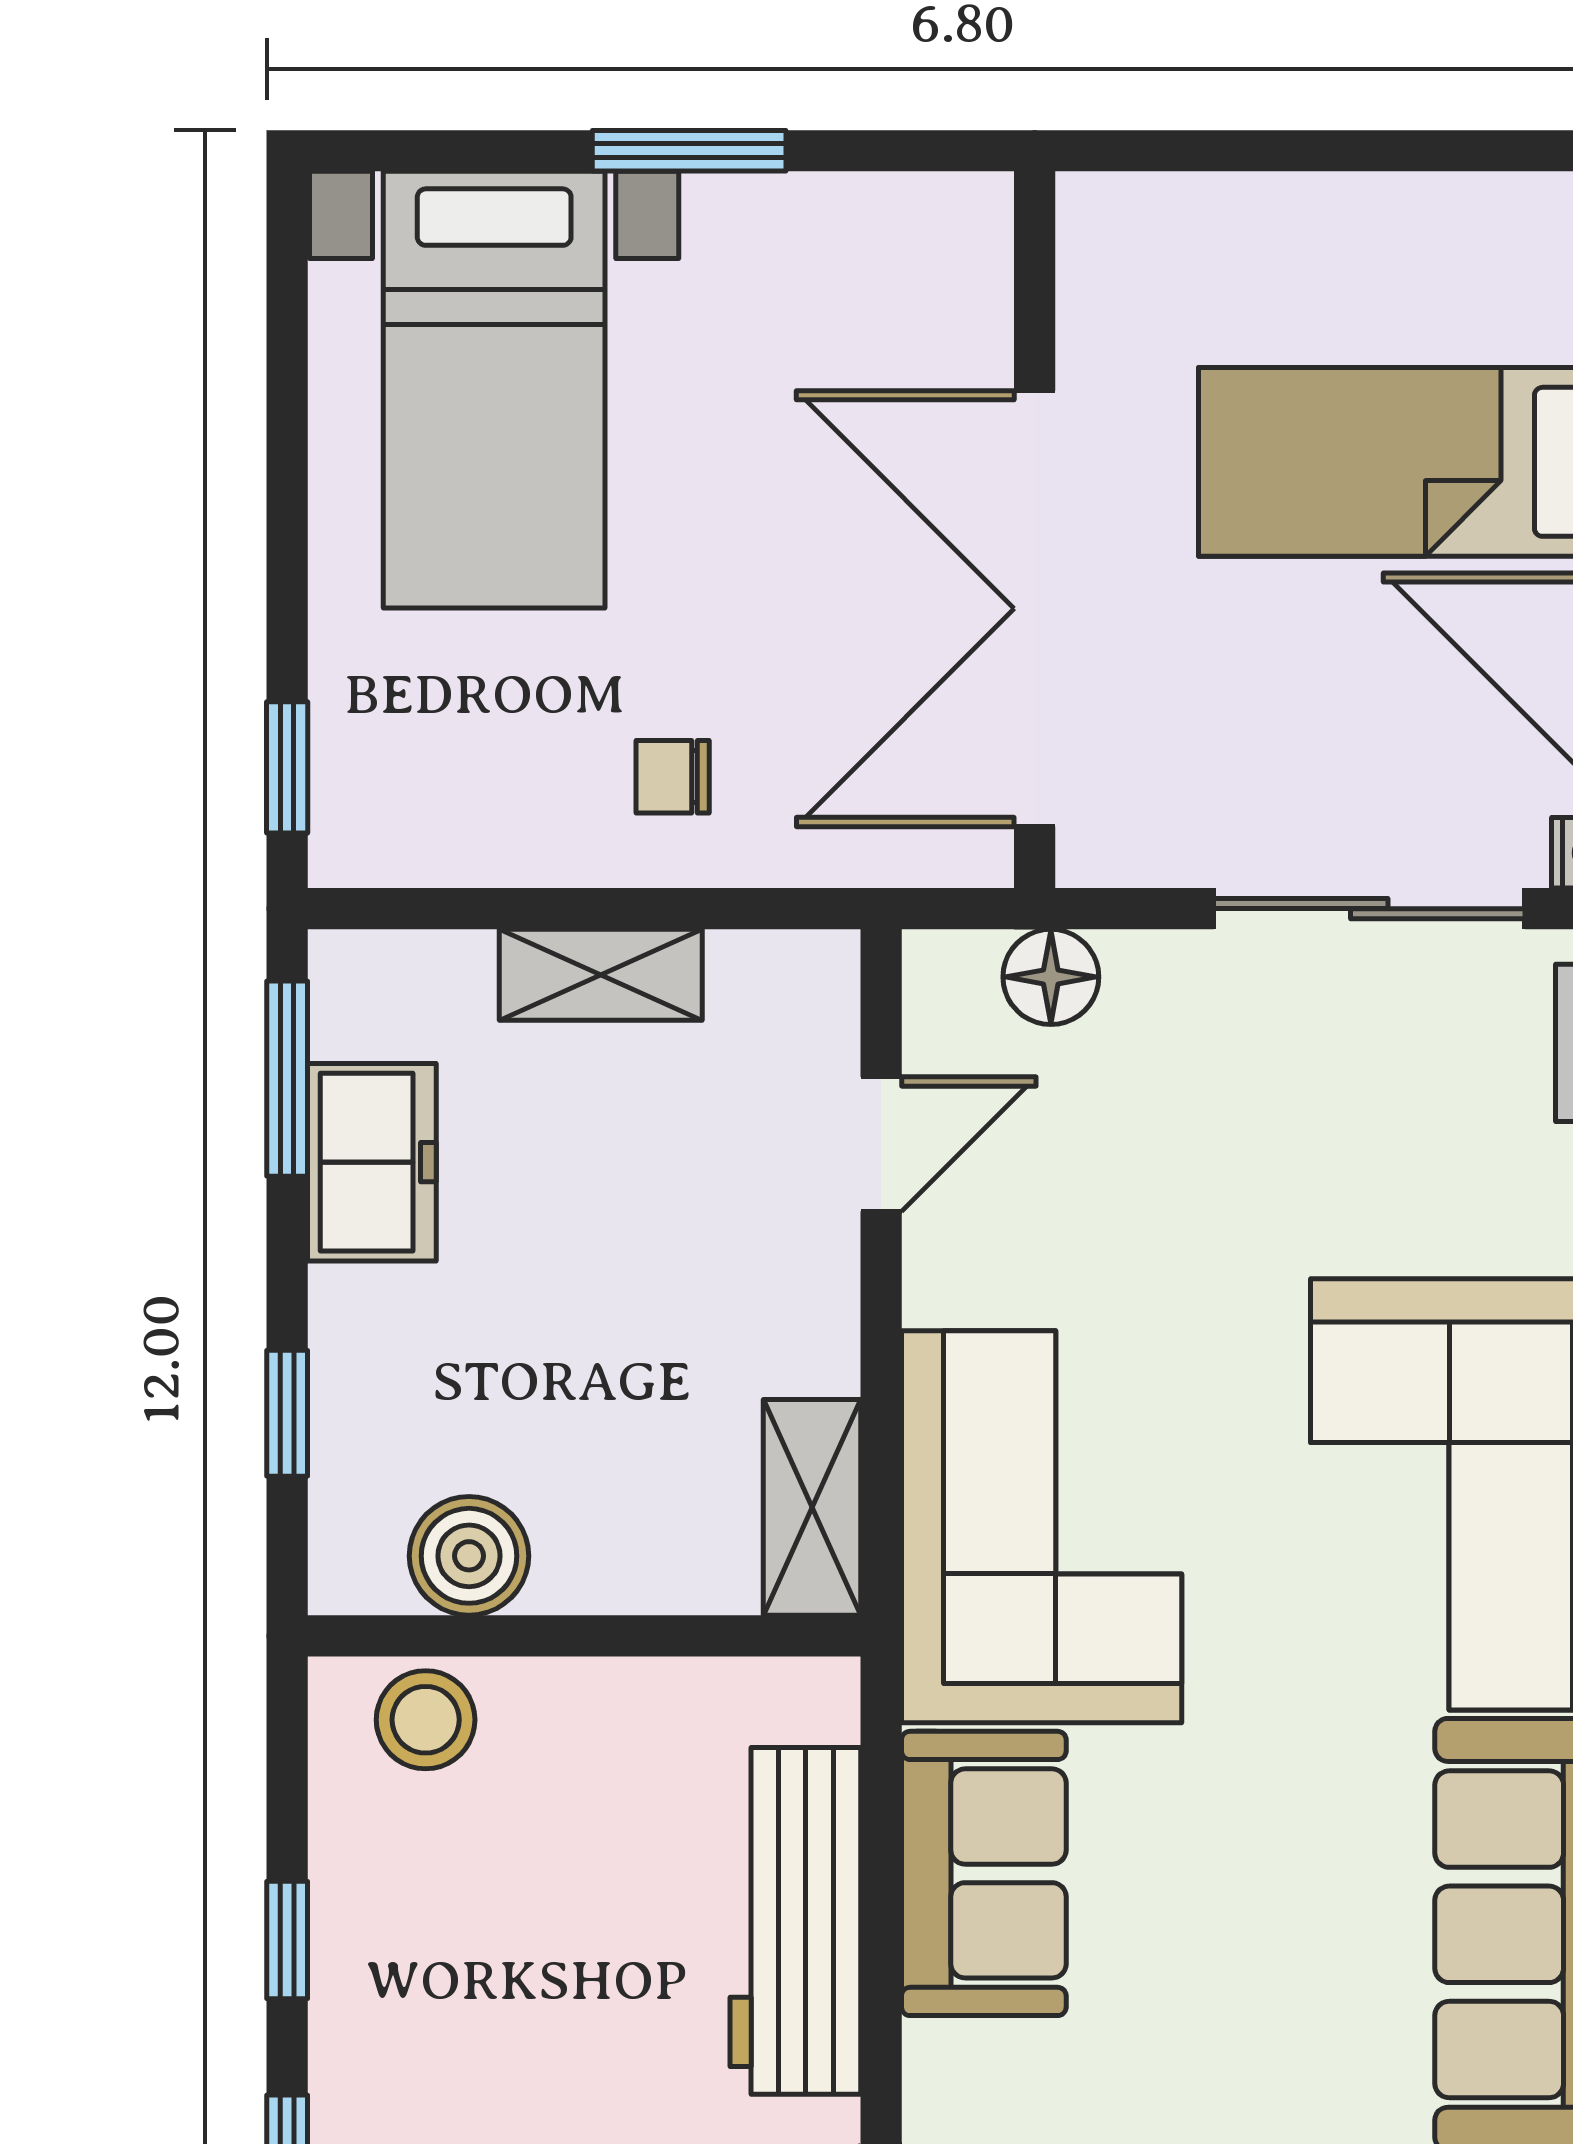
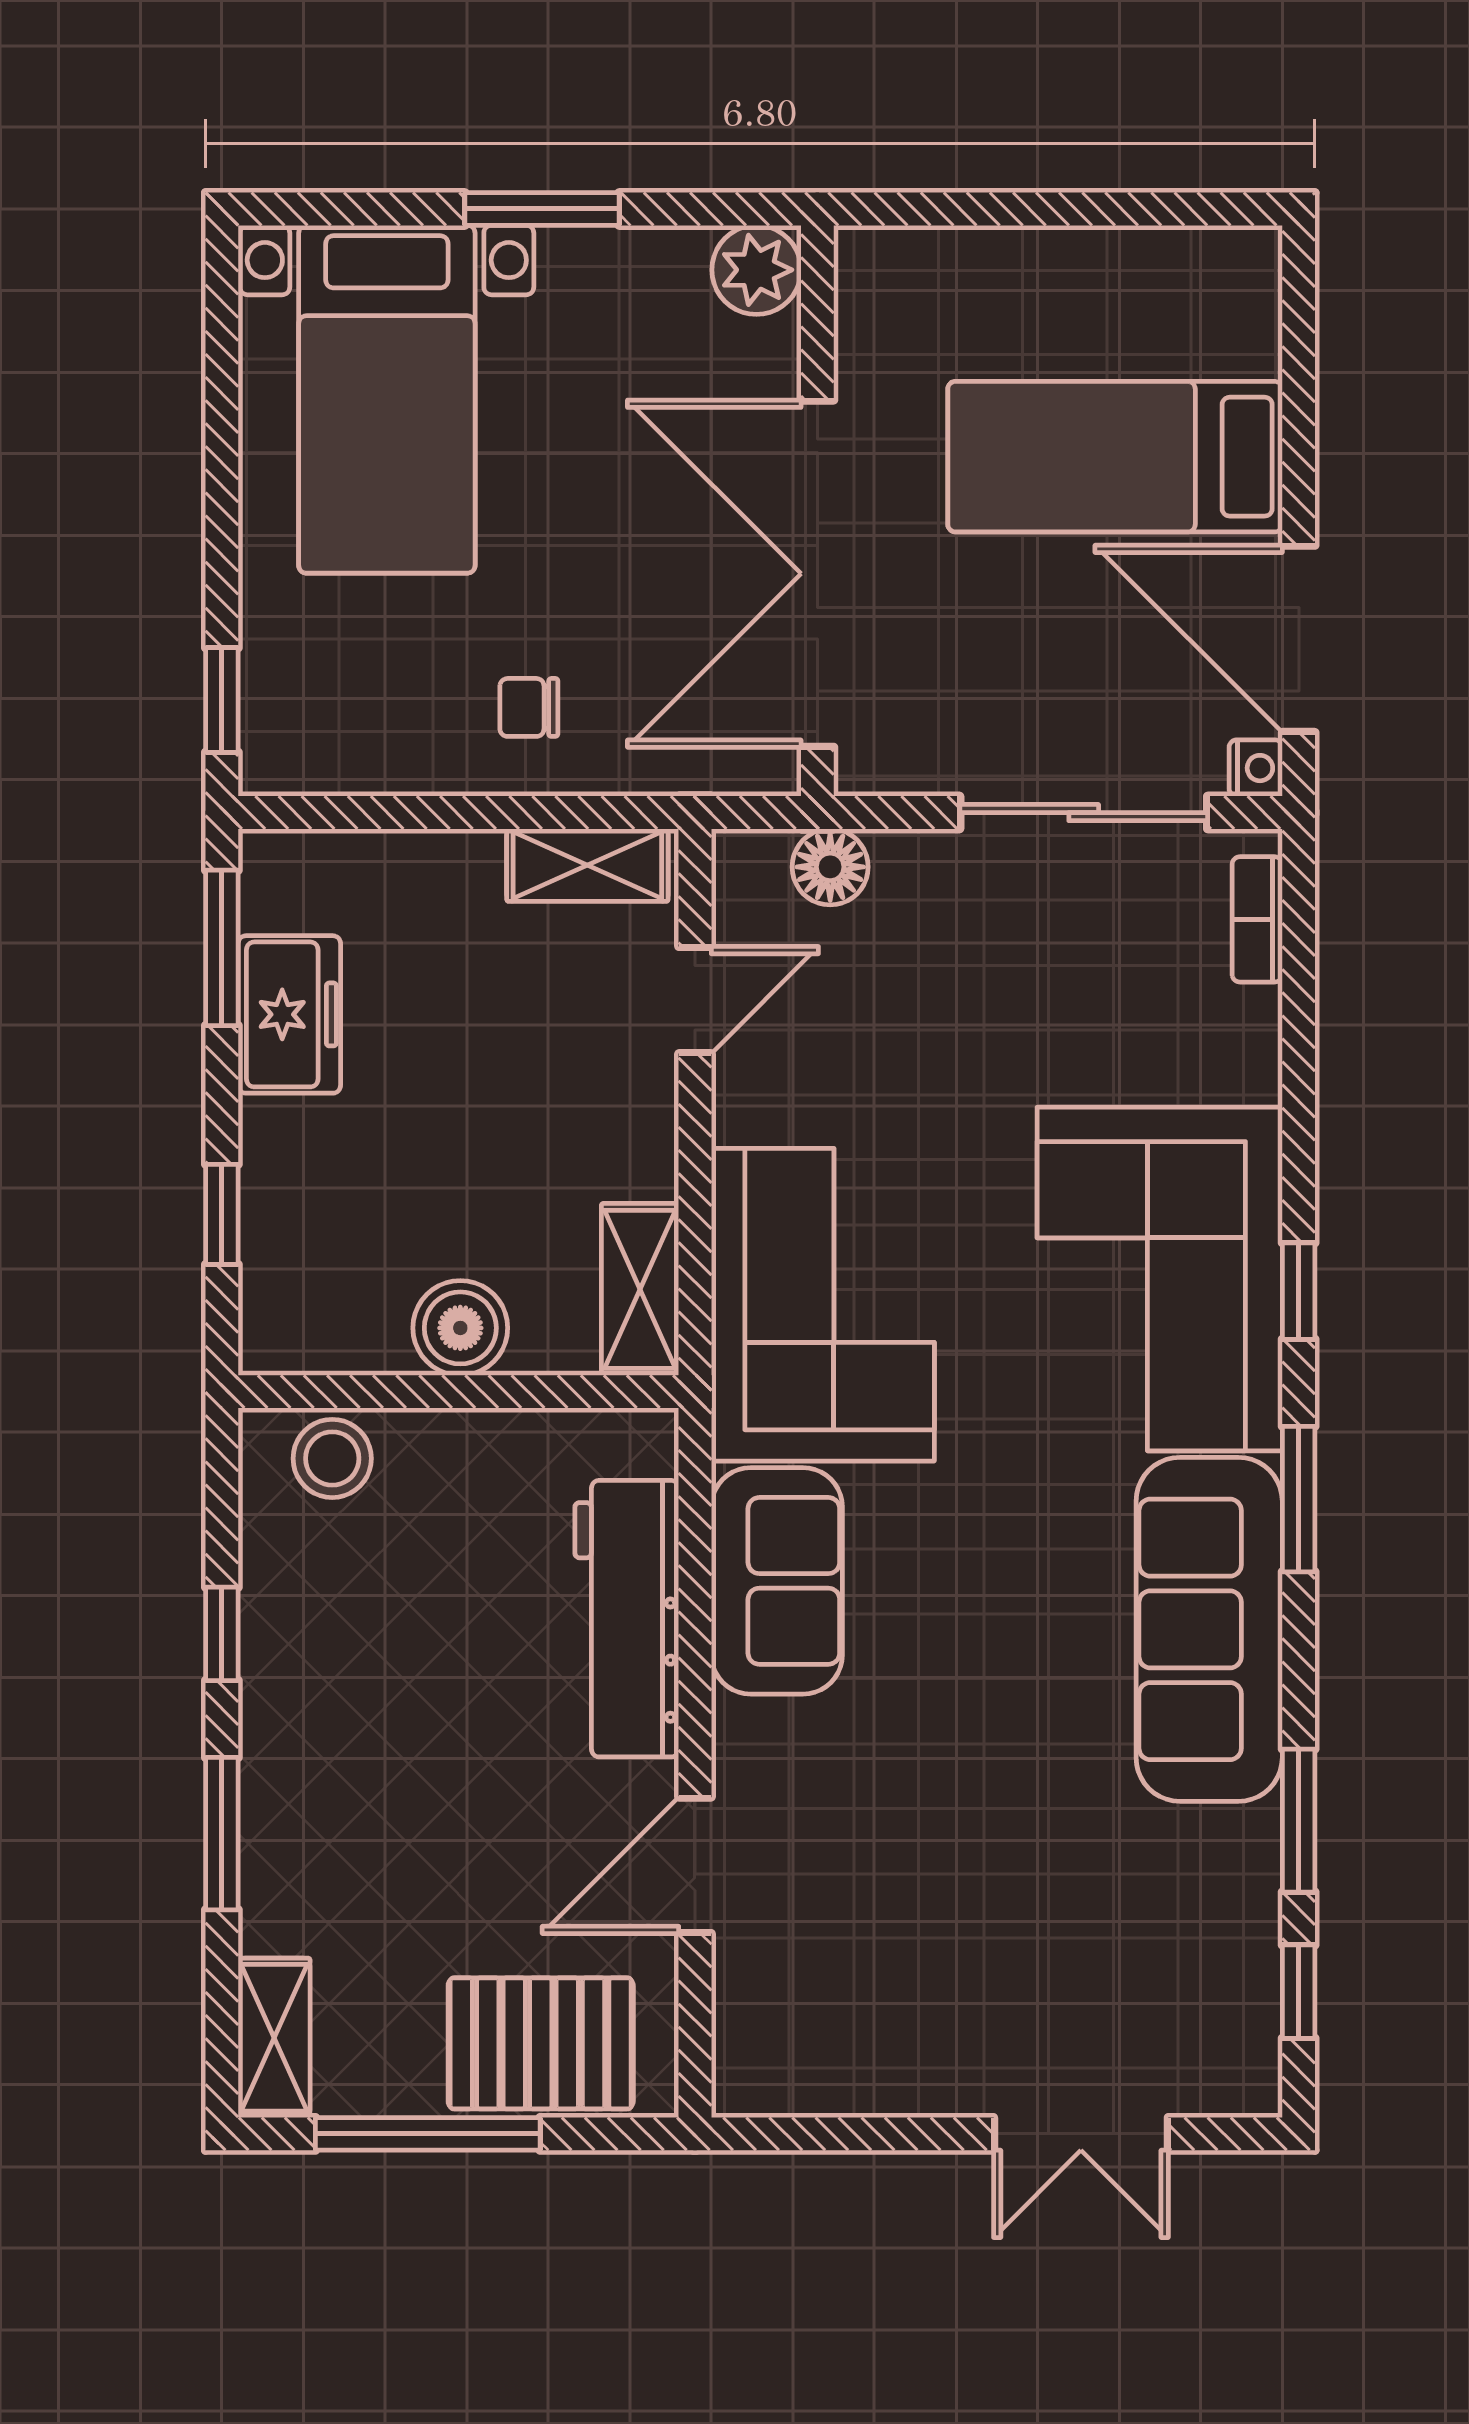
plant: (958, 227) -> (756, 270), added
shelving: (601, 975) -> (587, 865), moved
boiler: (469, 1556) -> (460, 1328), moved

